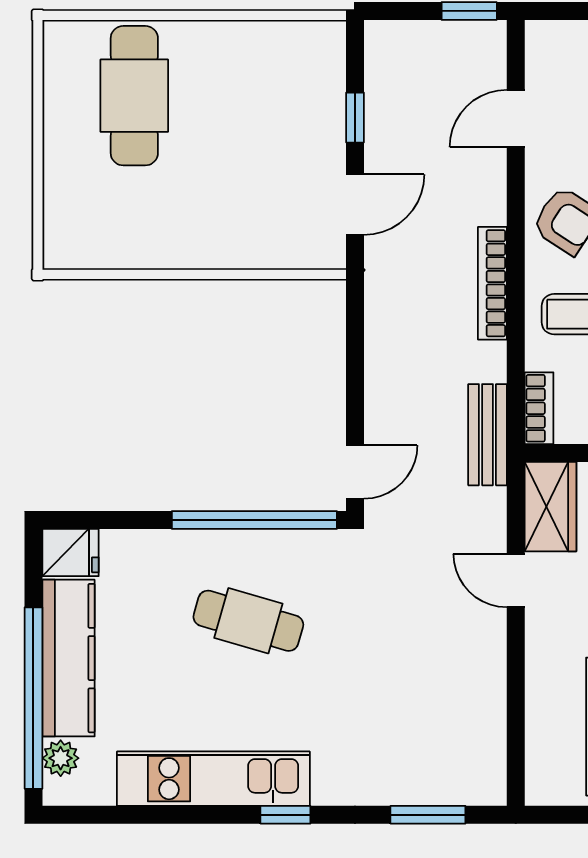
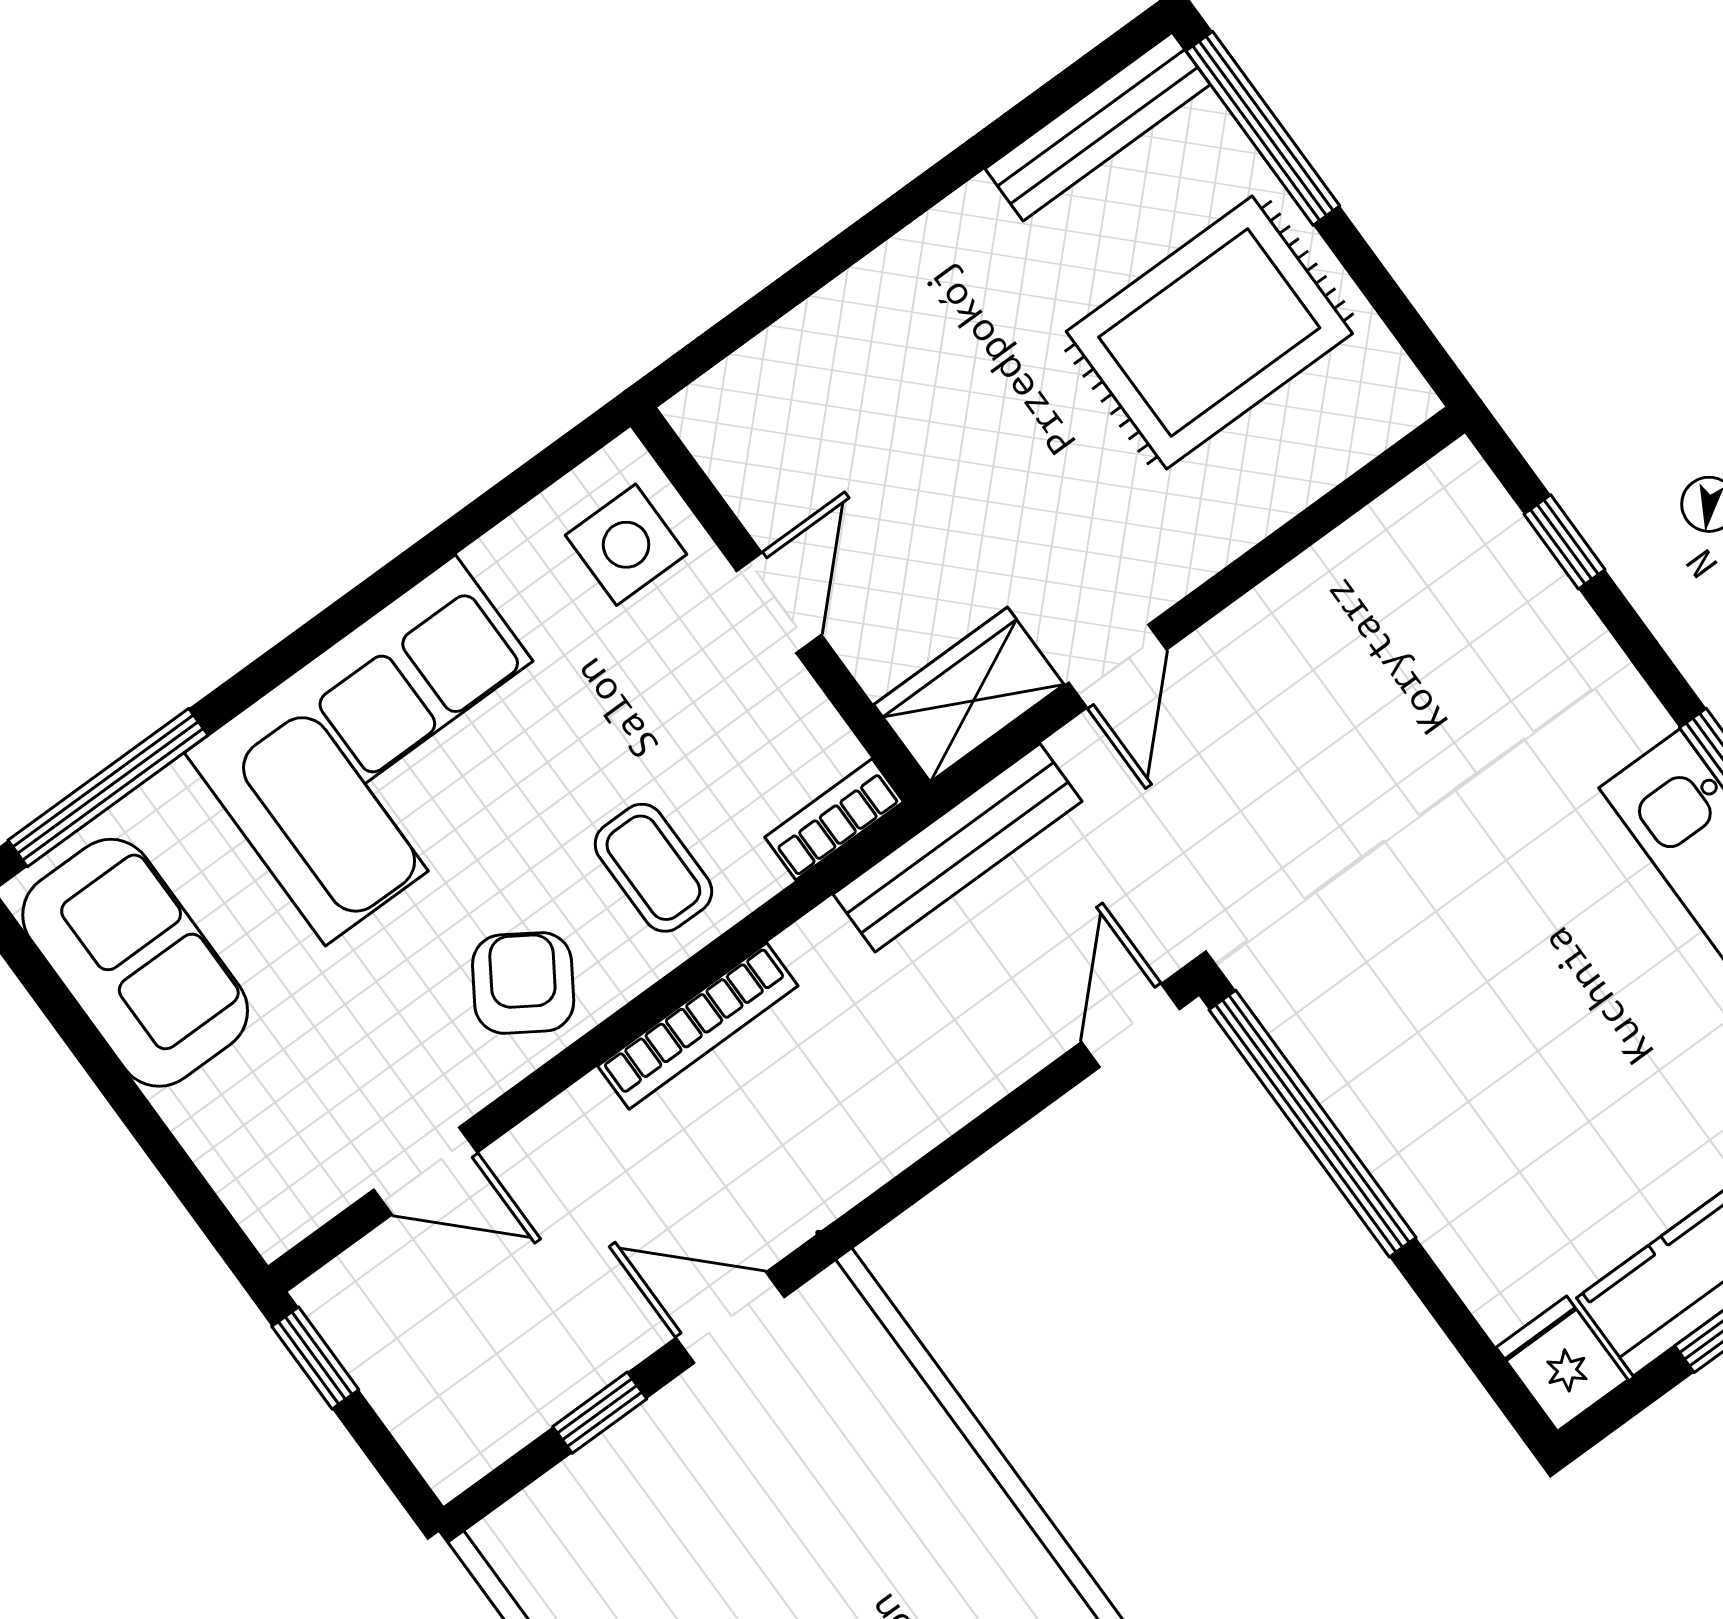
bench: (487, 435) -> (957, 848), width x1.36
door: (355, 472) -> (1130, 1026), hinge flipped
cafe table: (248, 621) -> (1470, 1023), removed
window: (428, 815) -> (1564, 542), width x0.67

